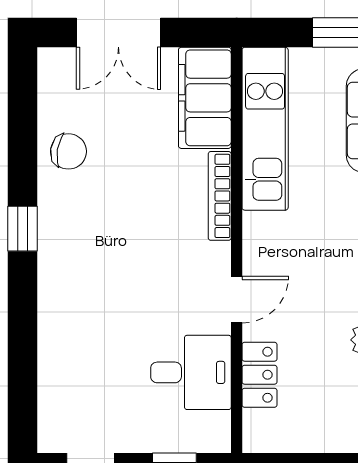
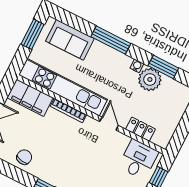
kitchen unit: (265, 129) -> (63, 87), width x1.36
desk: (191, 372) -> (138, 159), moved

